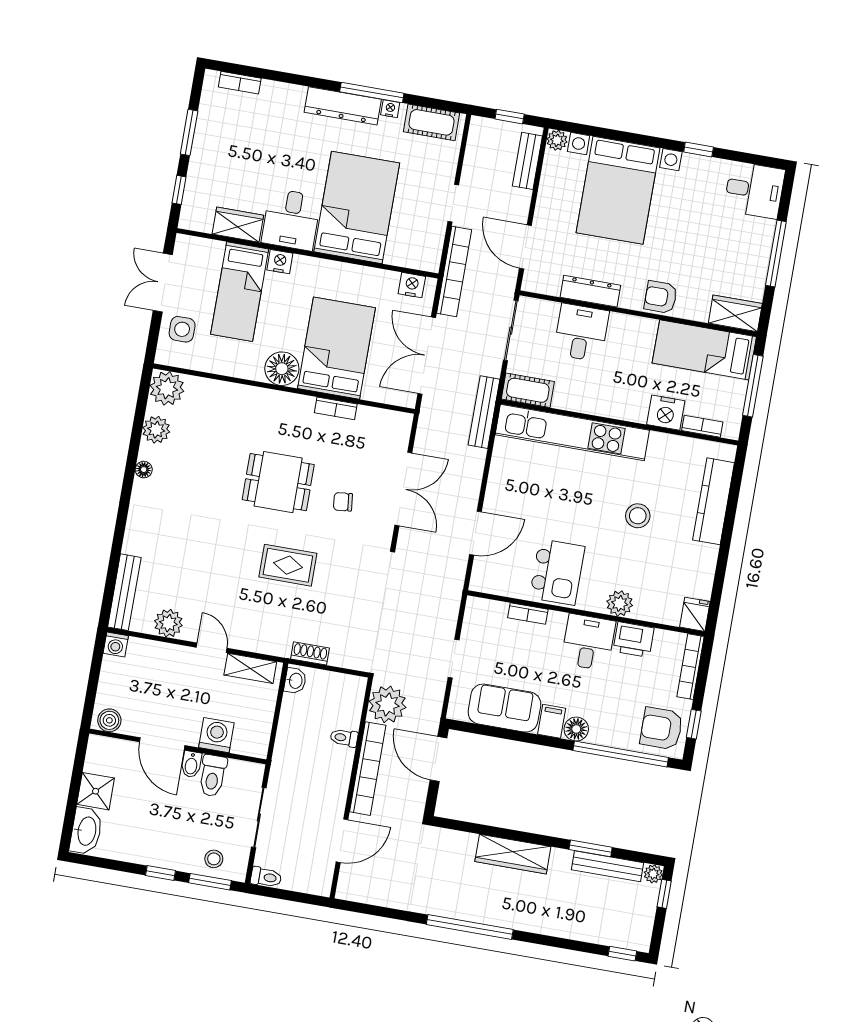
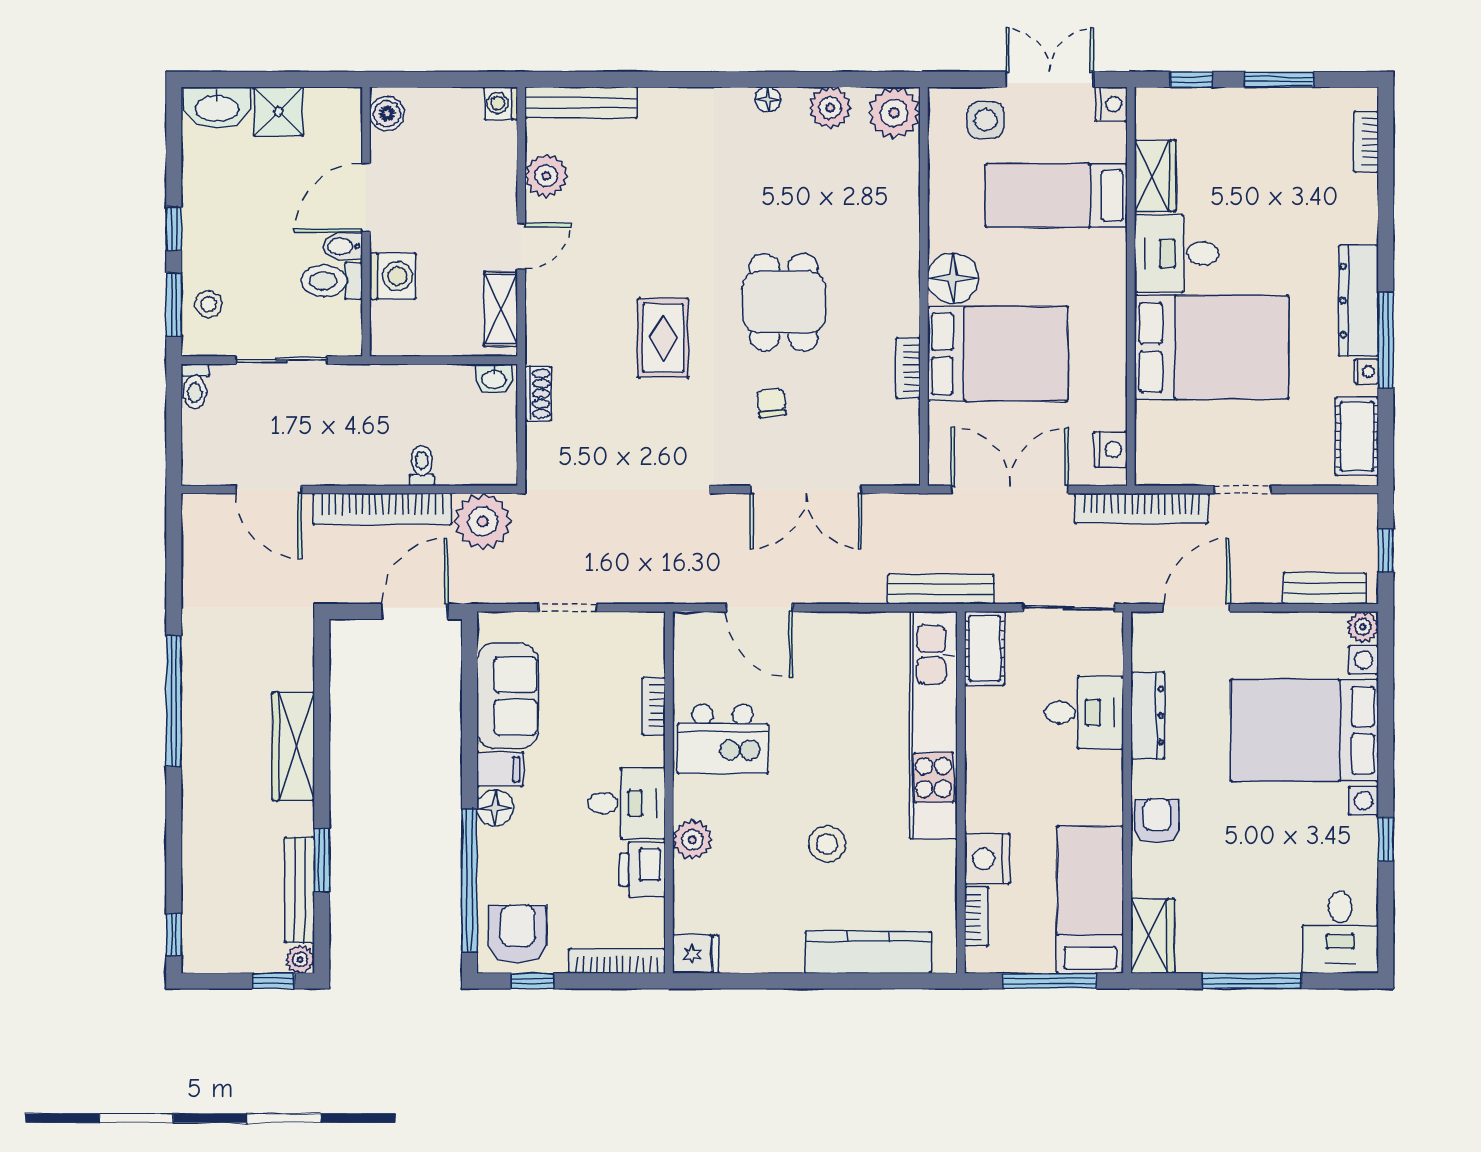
nightstand: (280, 262) -> (1111, 104), moved

